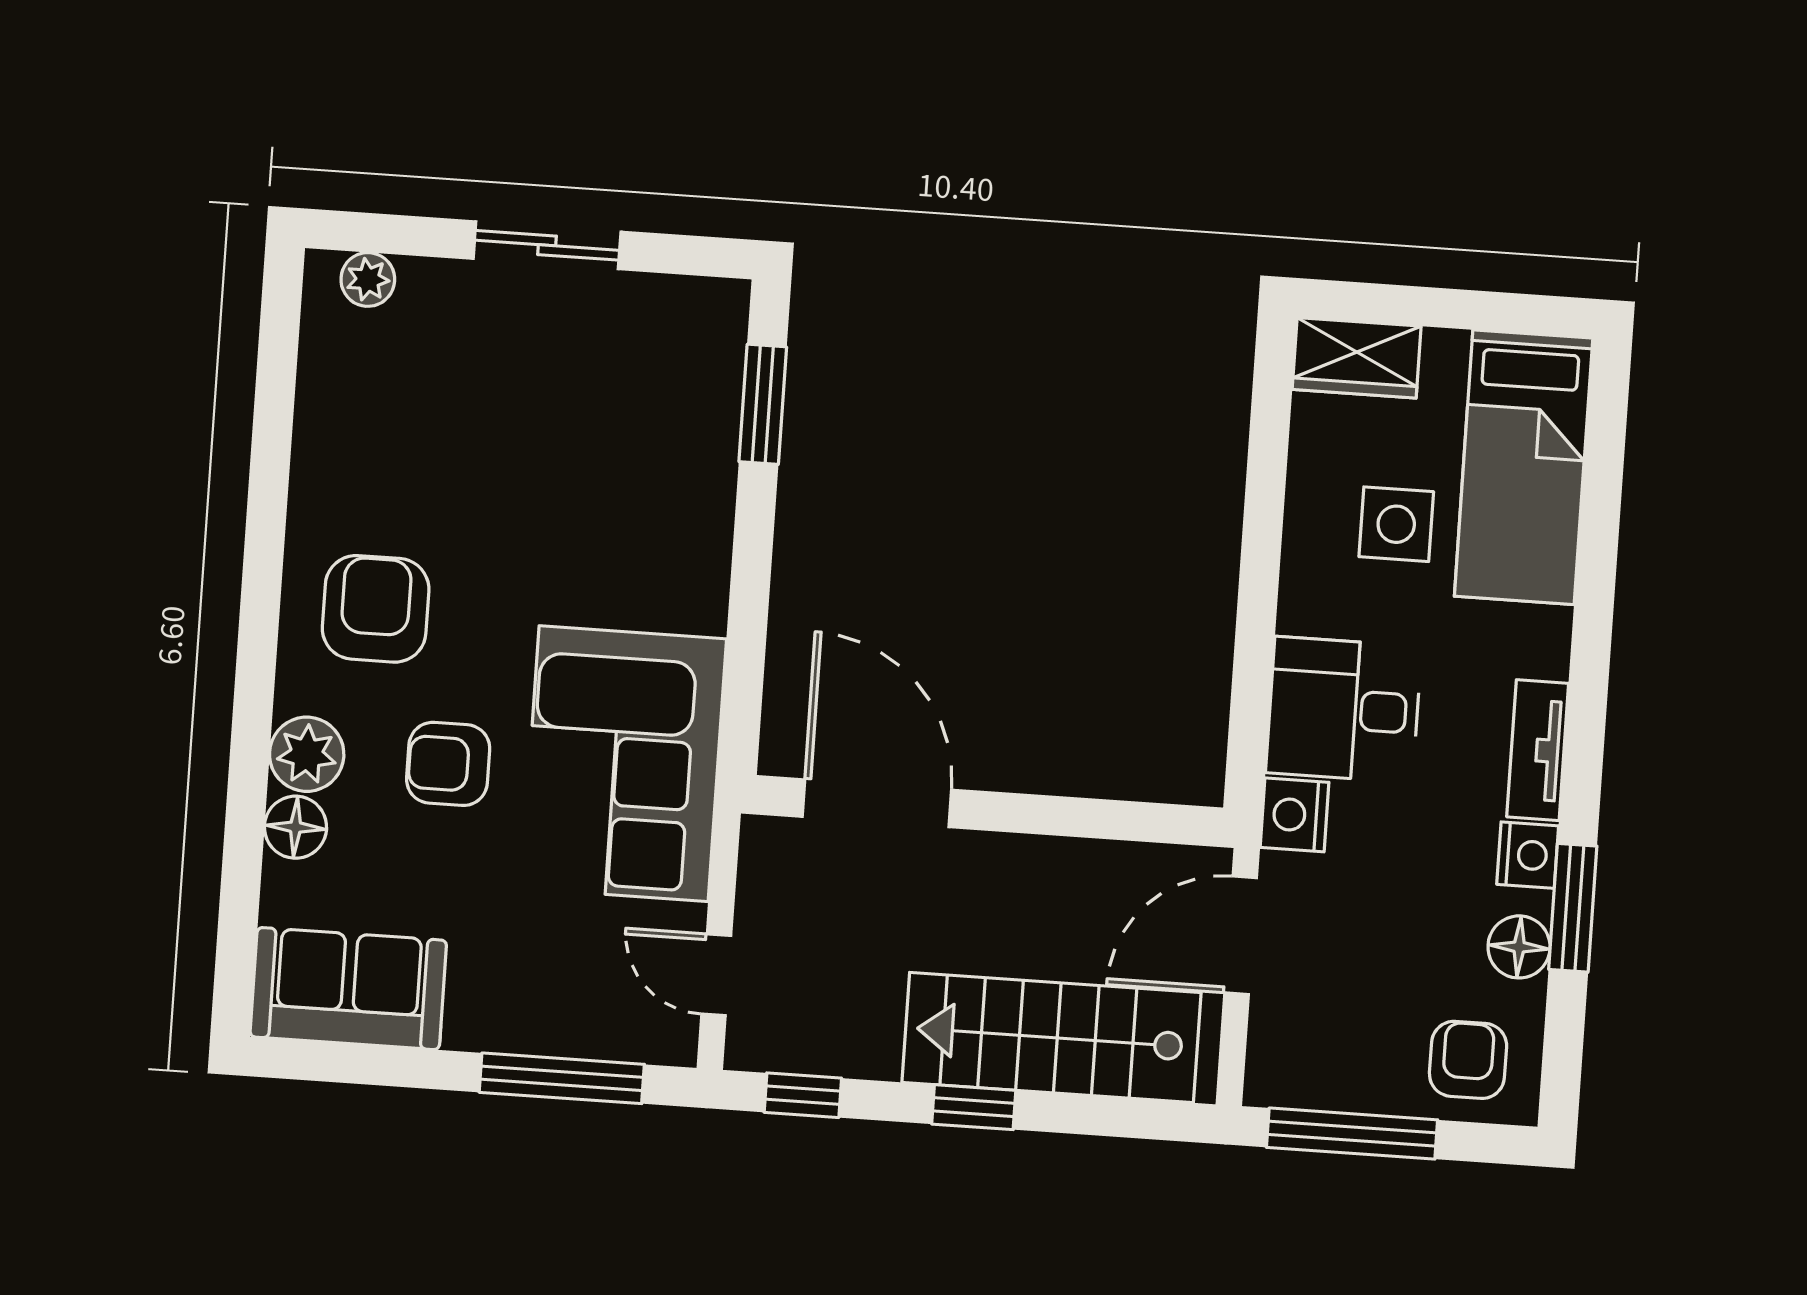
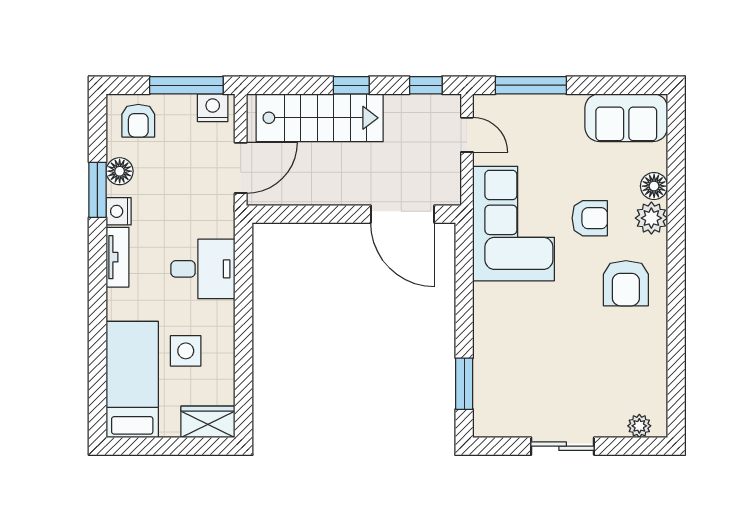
nightstand: (1294, 815) -> (213, 108), moved, turned -90

